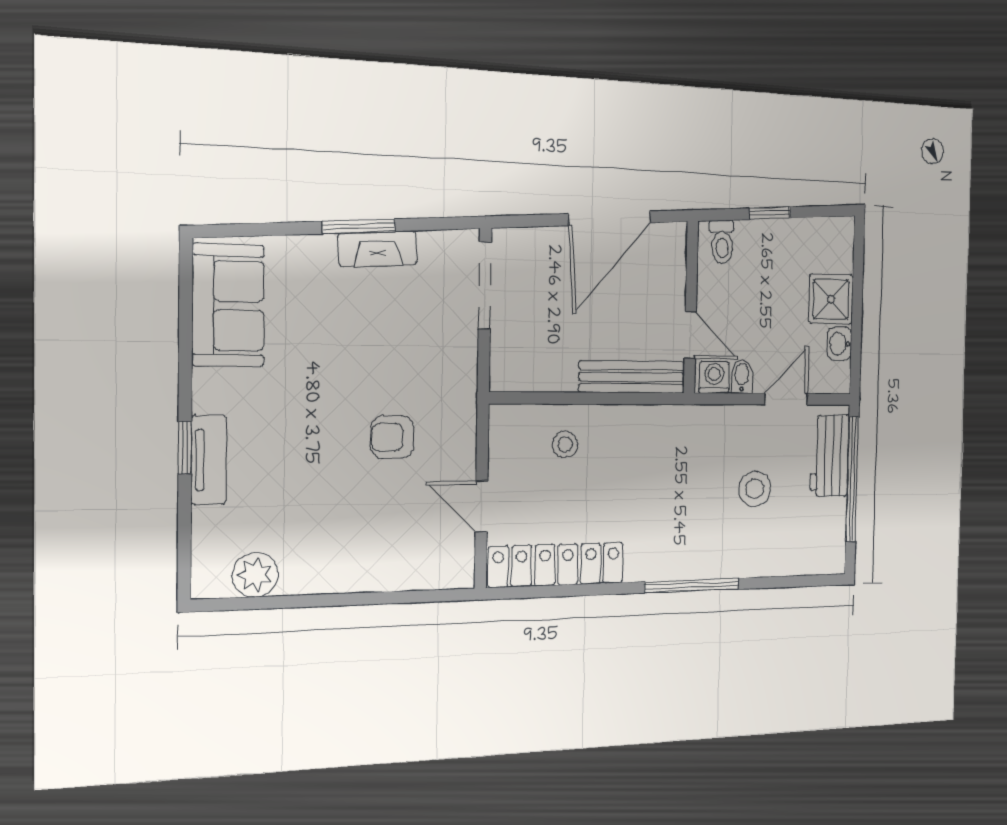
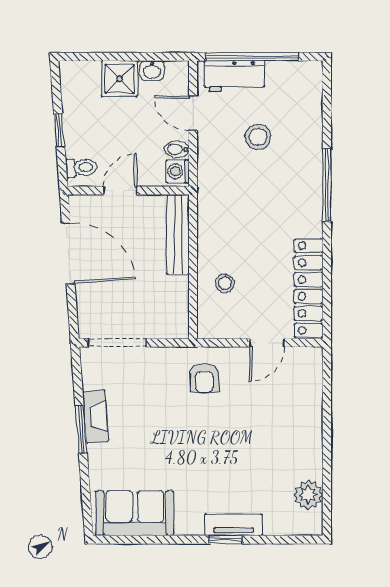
door: (690, 335) -> (120, 191), moved
armchair: (392, 437) -> (204, 378), moved

